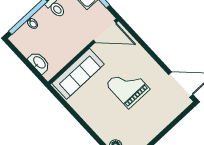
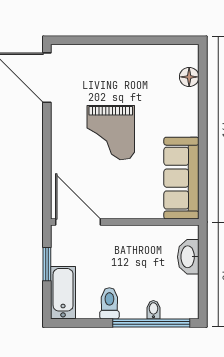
sofa: (78, 74) -> (181, 178), moved, turned -90

